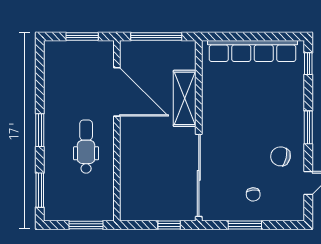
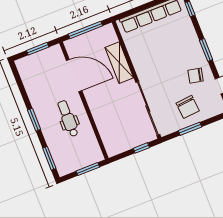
chair: (253, 194) -> (188, 107), width x1.87, depth x1.87

